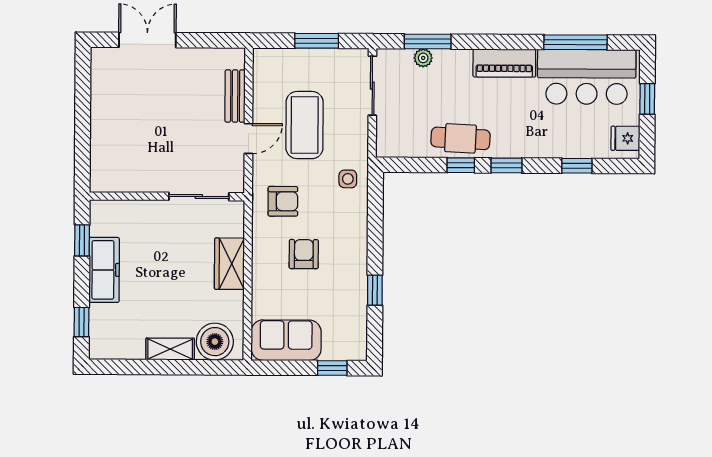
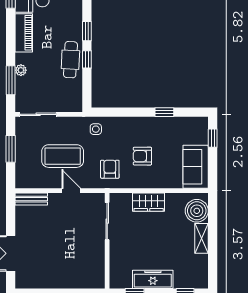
plant: (423, 58) -> (21, 70), moved
bench: (235, 96) -> (31, 199), moved

